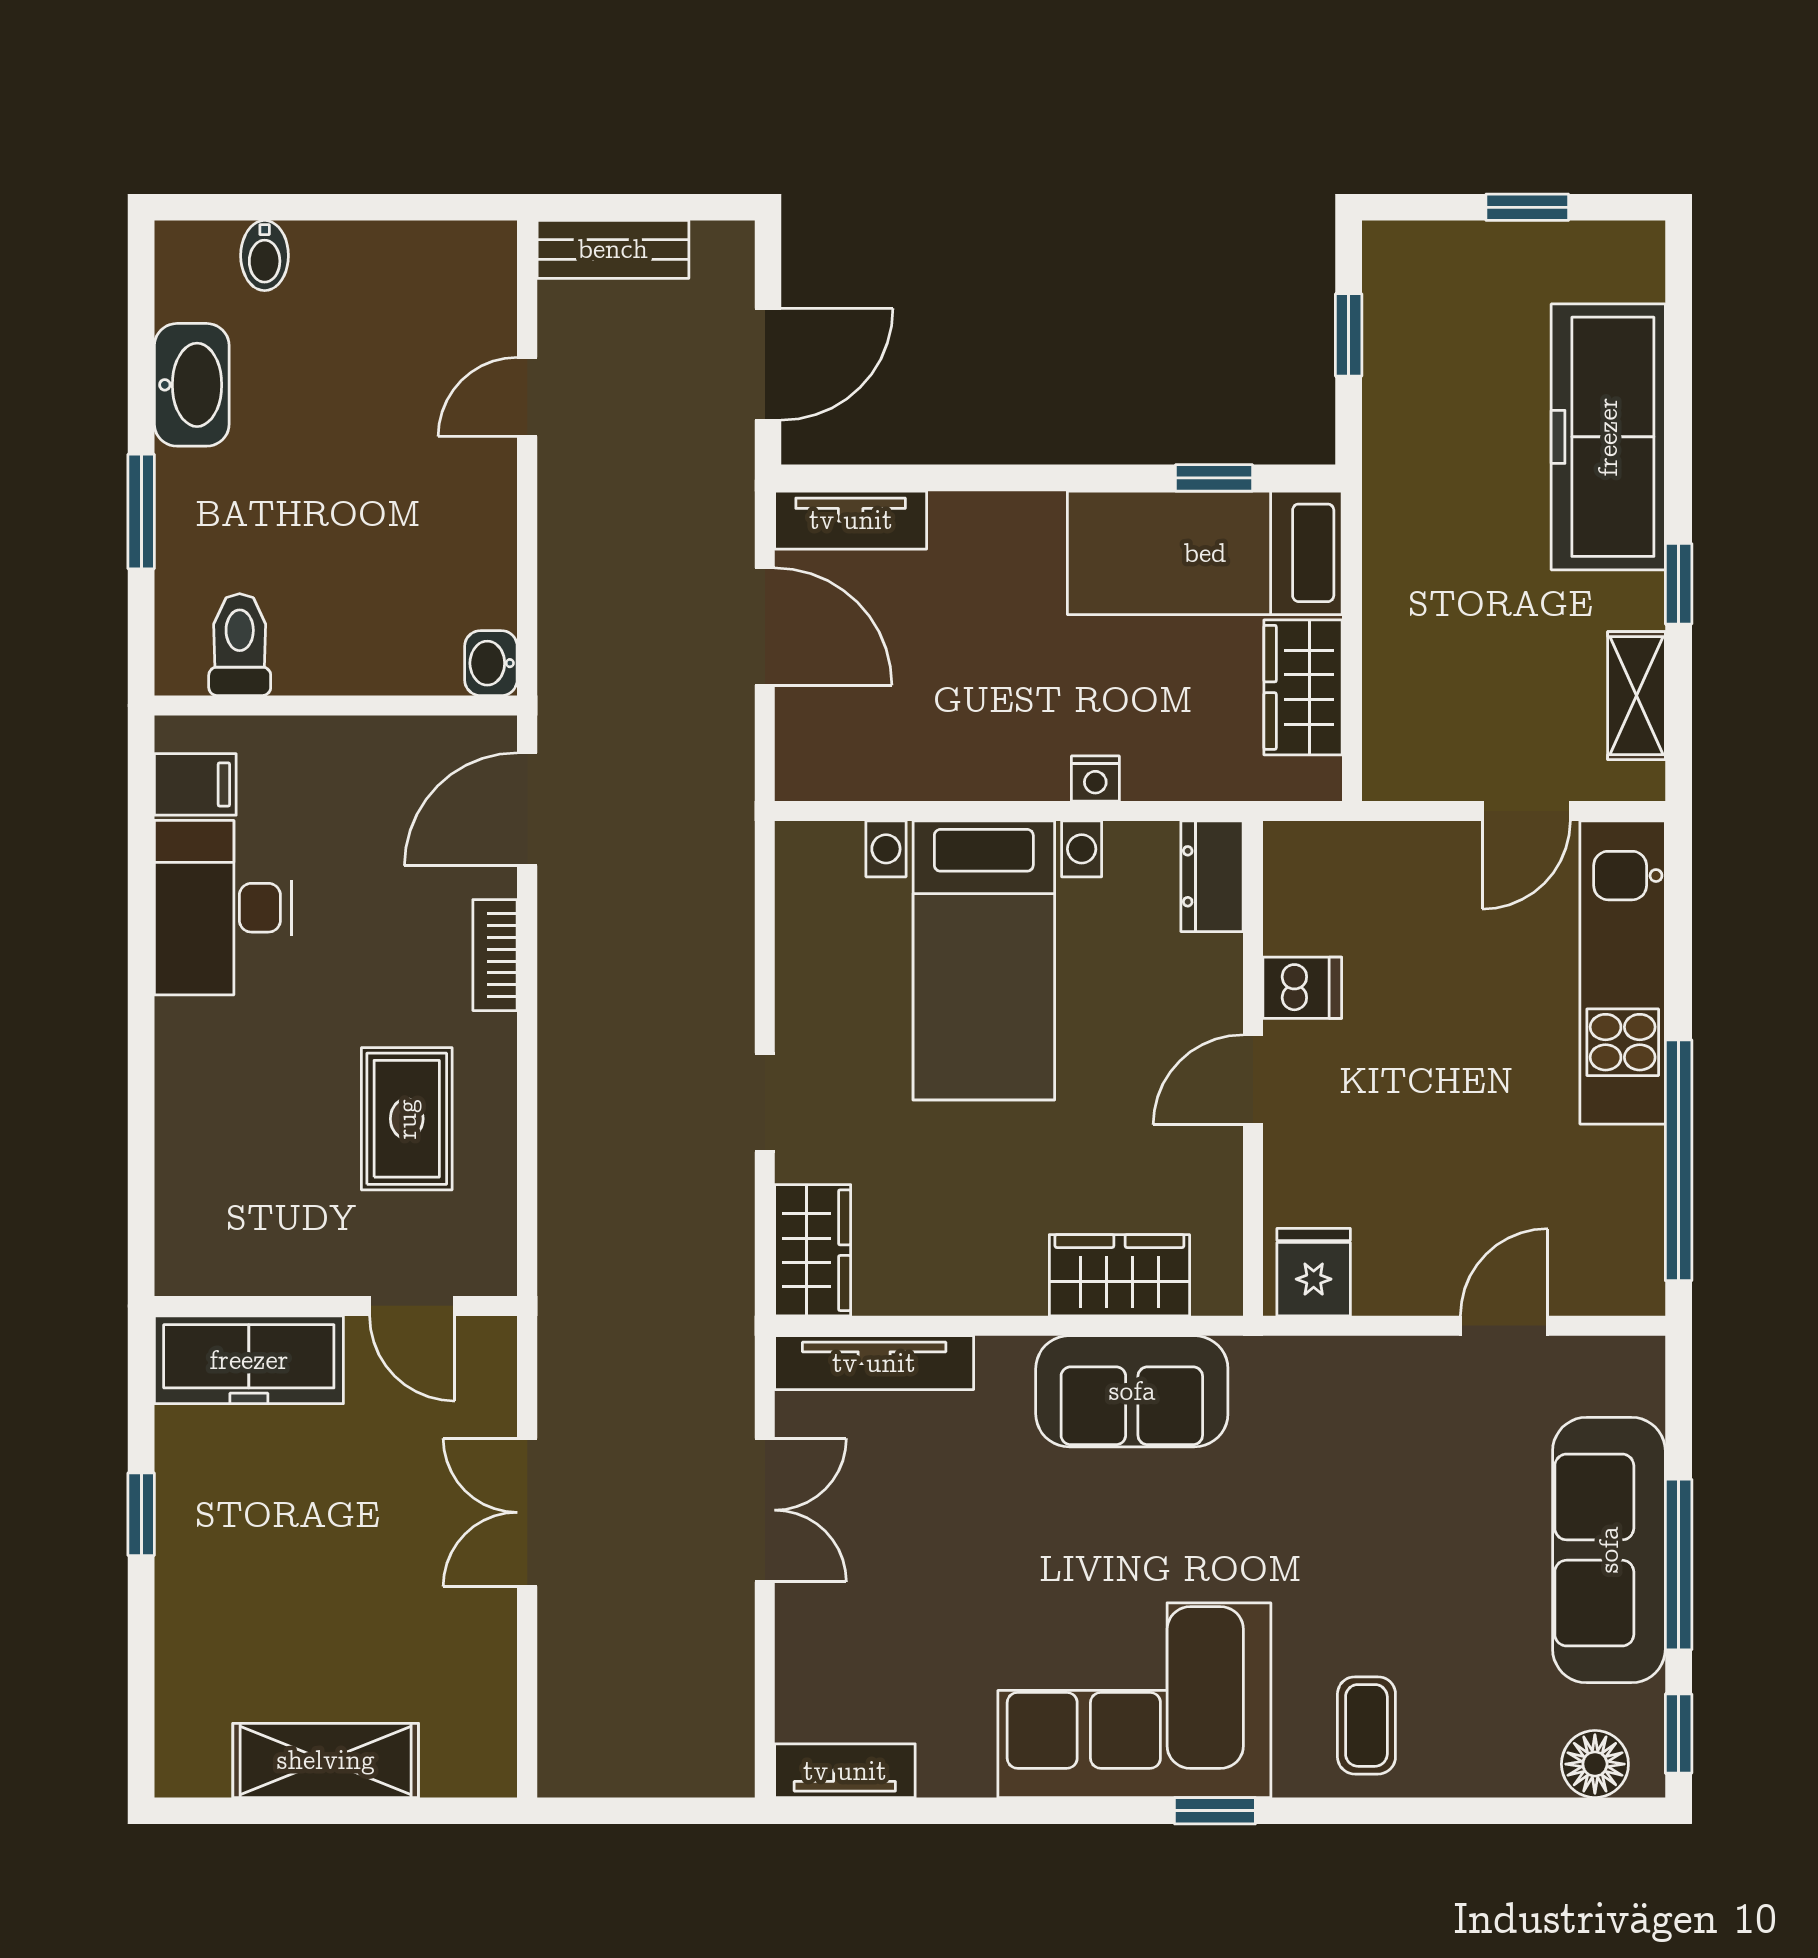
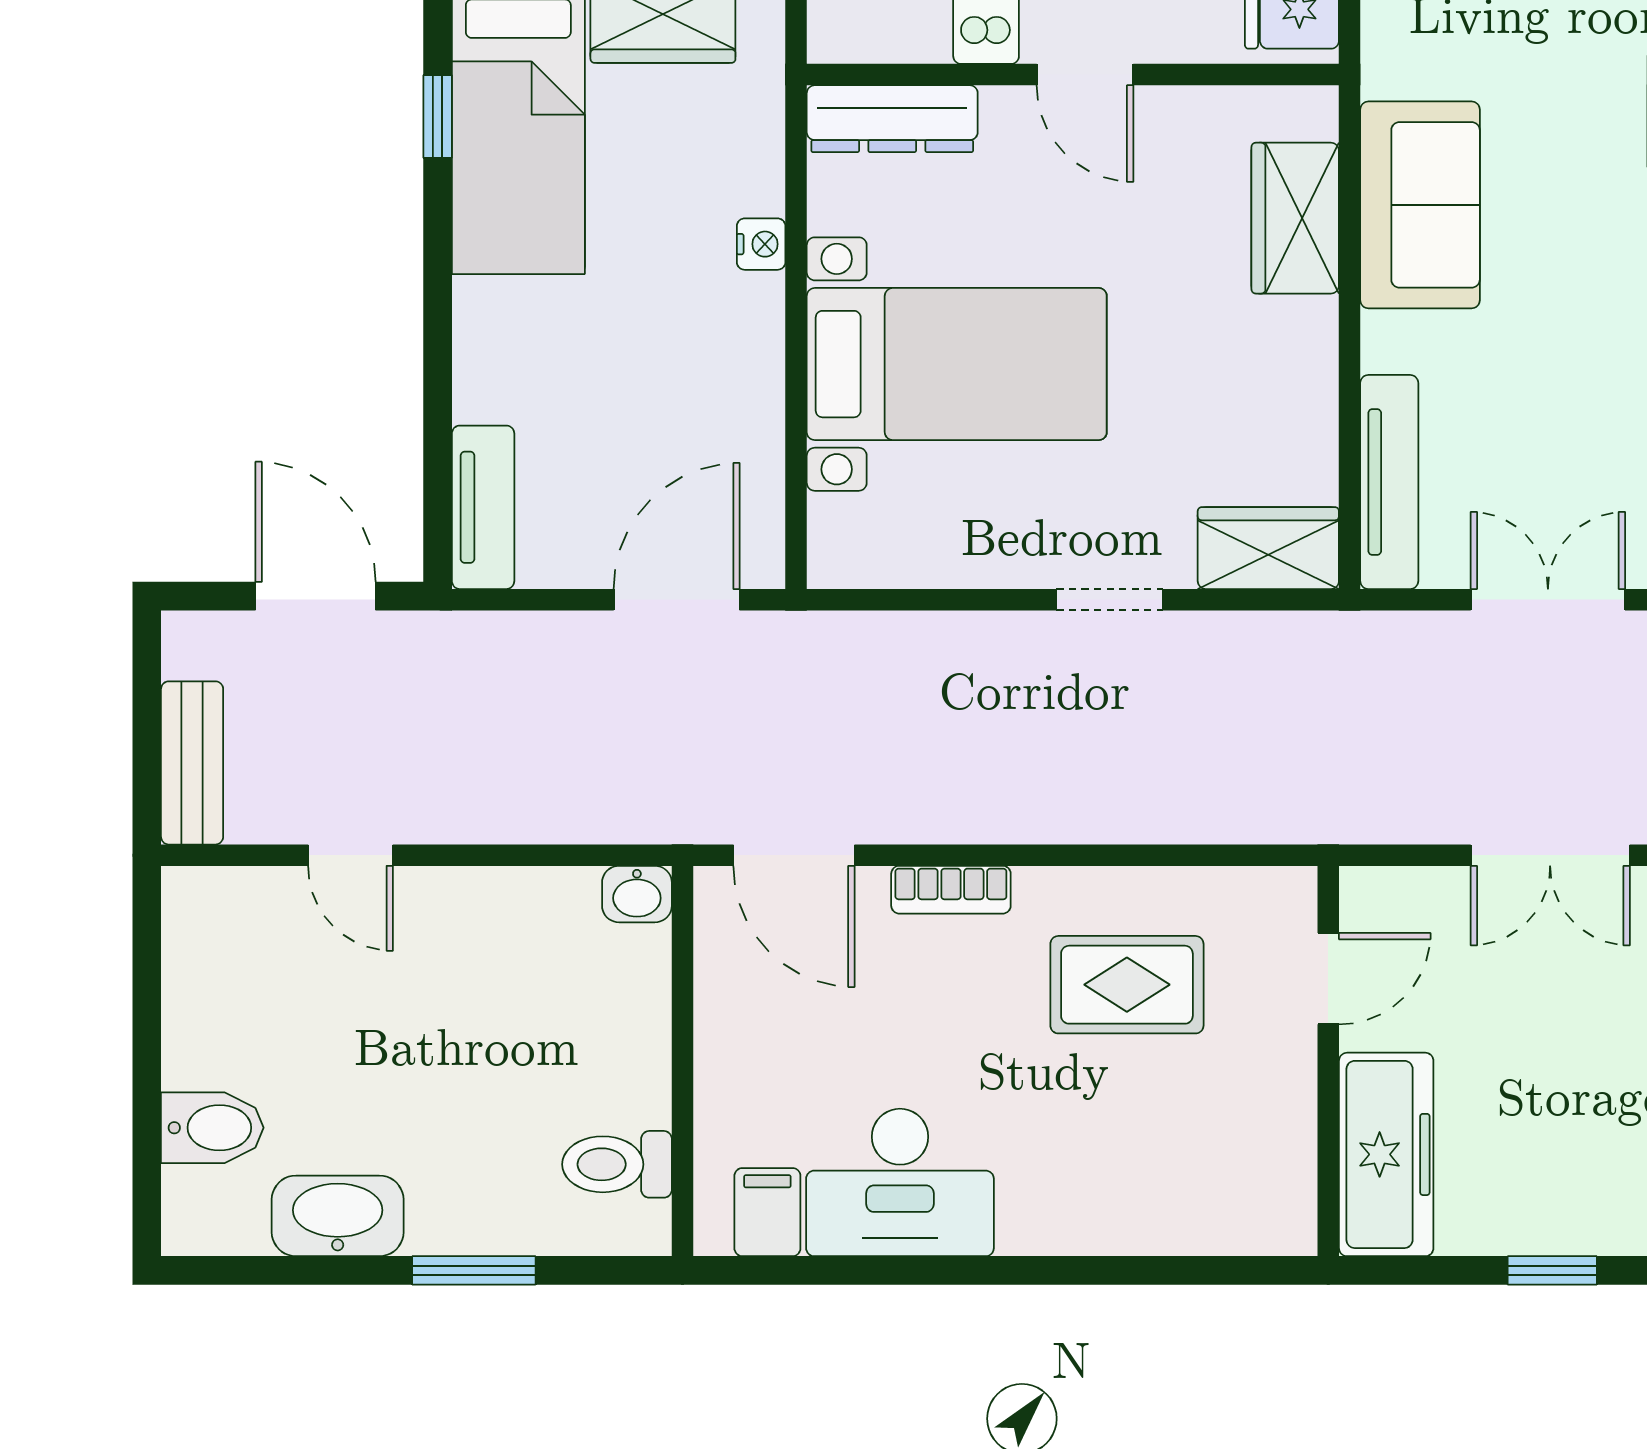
bidet: (265, 256) -> (212, 1128), width x1.38, depth x1.36
door: (765, 627) -> (677, 600), moved
dresser: (1212, 876) -> (892, 119), width x1.44

